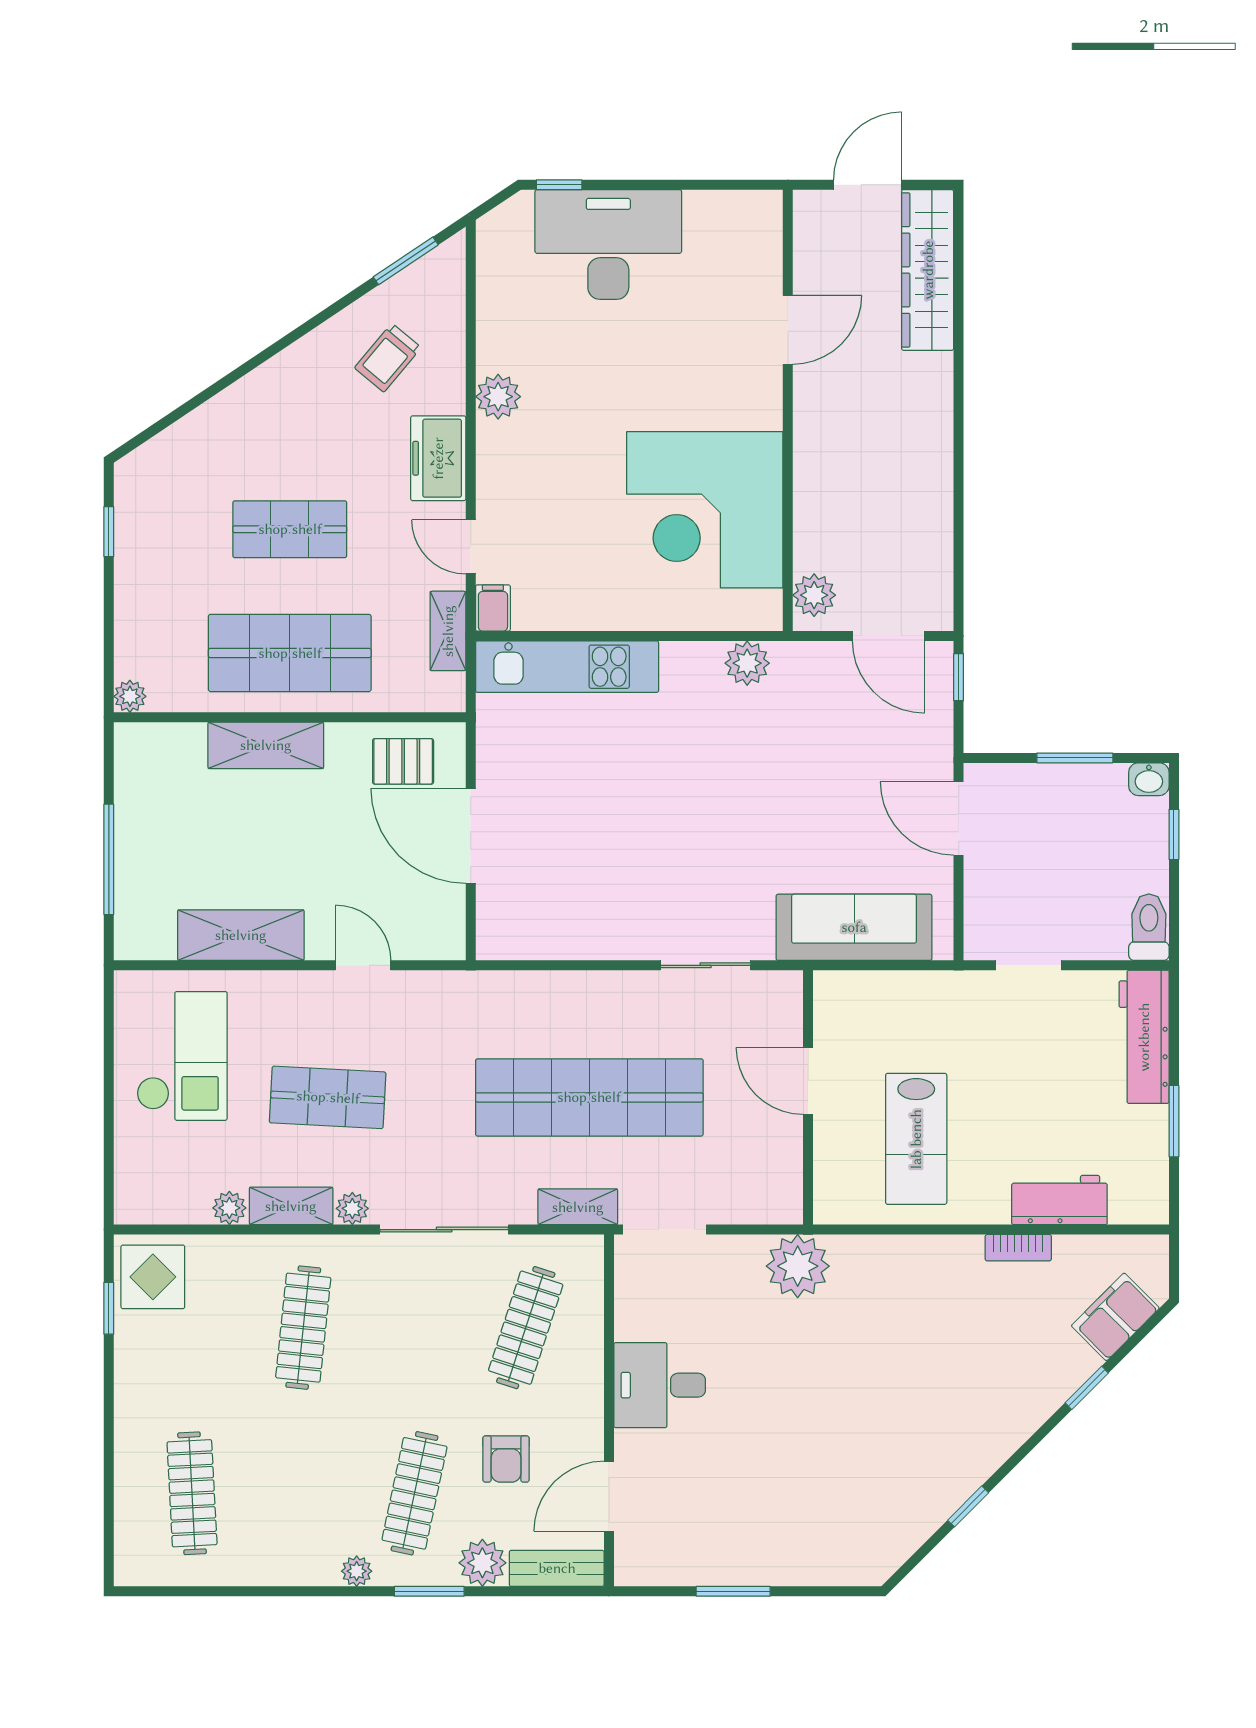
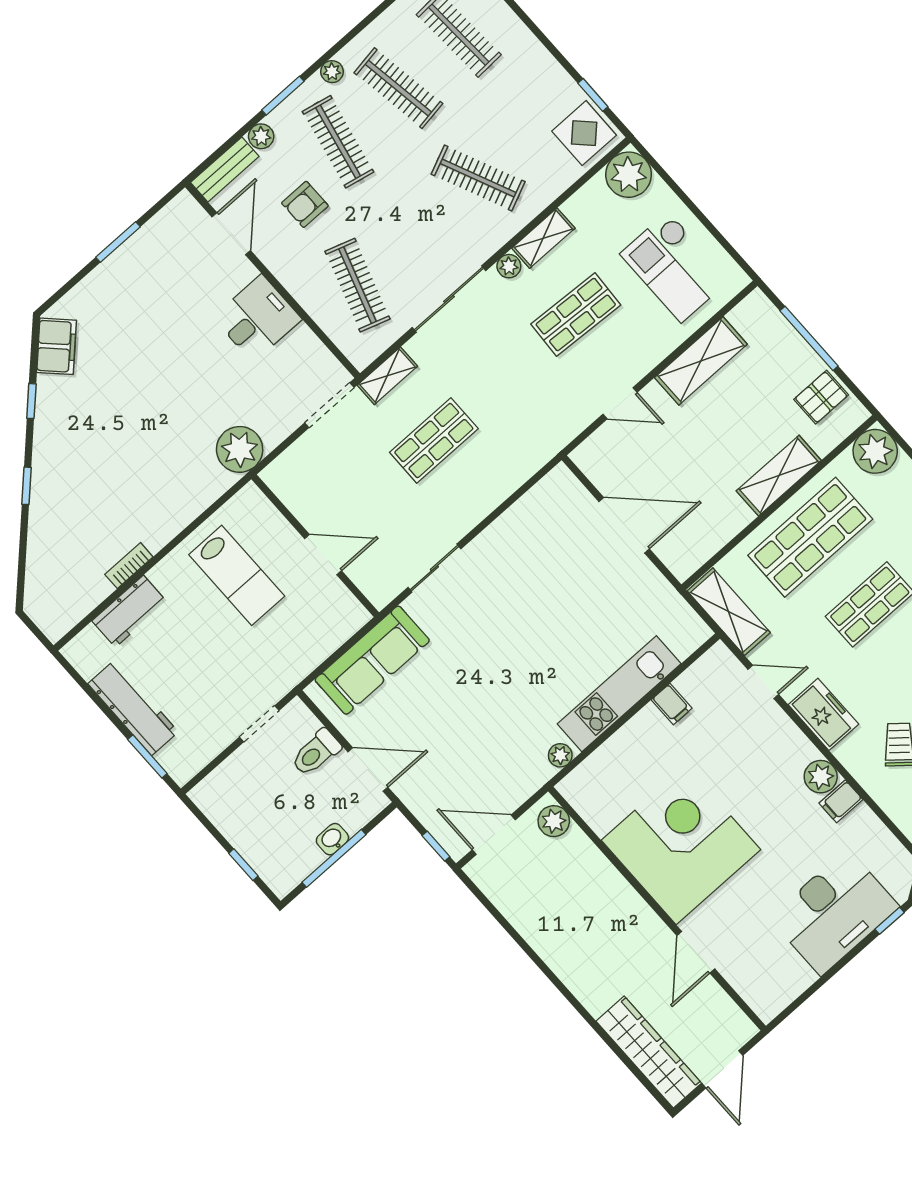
filing cabinet: (500, 353) -> (841, 801), added
corner desk: (705, 510) -> (681, 845), moved
filing cabinet: (493, 608) -> (672, 704), moved
shelving: (448, 631) -> (729, 612), width x1.50, depth x1.33
plant: (747, 663) -> (560, 755), width x0.73, depth x0.73
kitchen unit: (567, 667) -> (619, 694), moved
plant: (130, 696) -> (875, 451), width x1.87, depth x1.87
window: (1075, 758) -> (334, 858), width x1.44
pallet: (403, 761) -> (821, 397), moved
washbasin: (1149, 779) -> (332, 839), moved
toilet: (1149, 927) -> (316, 753), moved, turned 90
workbench: (1144, 1037) -> (133, 708), moved
shop shelf: (589, 1097) -> (434, 441), width x0.50, depth x0.74
window: (1174, 1121) -> (147, 756), moved
lab bench: (916, 1139) -> (237, 575), turned 180
plant: (229, 1208) -> (629, 175), moved, width x1.87, depth x1.87
filing cabinet: (1115, 1317) -> (57, 346), moved
clothes rail: (303, 1328) -> (478, 178), turned -30
window: (1087, 1388) -> (26, 486), moved
armchair: (506, 1459) -> (305, 204), turned -90
clothes rail: (303, 1493) -> (398, 88), added
plant: (482, 1563) -> (261, 136), width x0.73, depth x0.73

